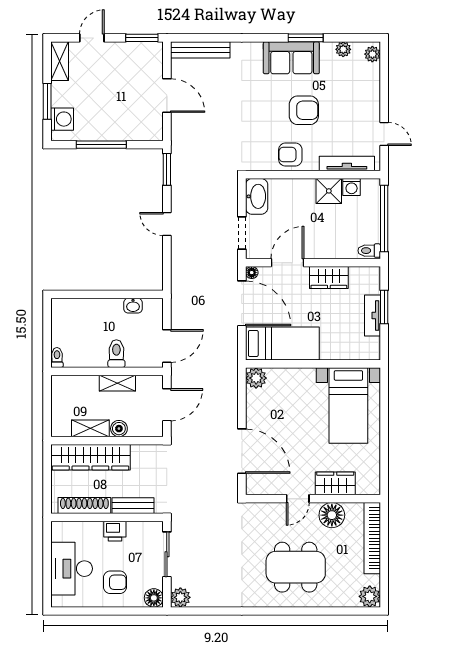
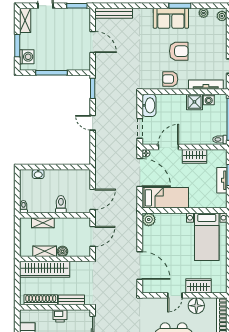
washbasin: (133, 306) -> (38, 174), moved
shelving: (117, 383) -> (43, 223), moved

